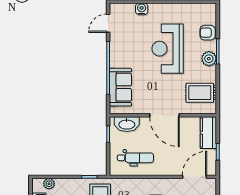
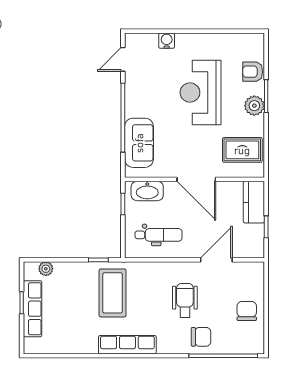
door: (195, 177) -> (216, 260), moved

